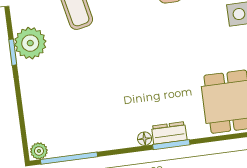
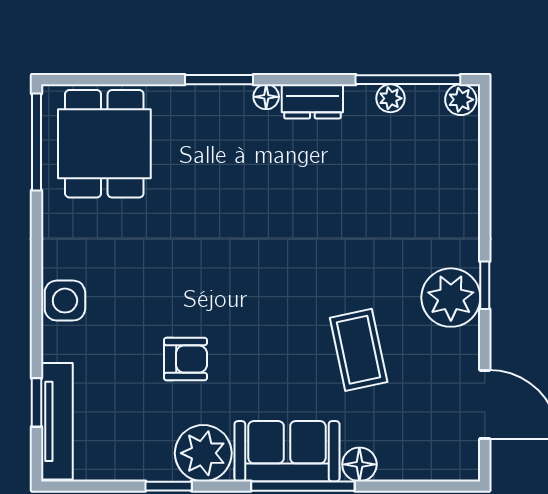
dresser: (169, 133) -> (312, 101), moved
plant: (77, 147) -> (390, 98), added

